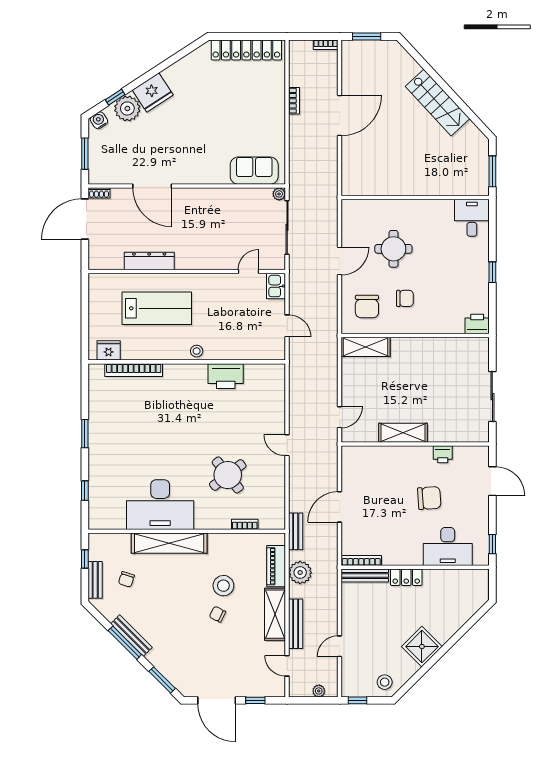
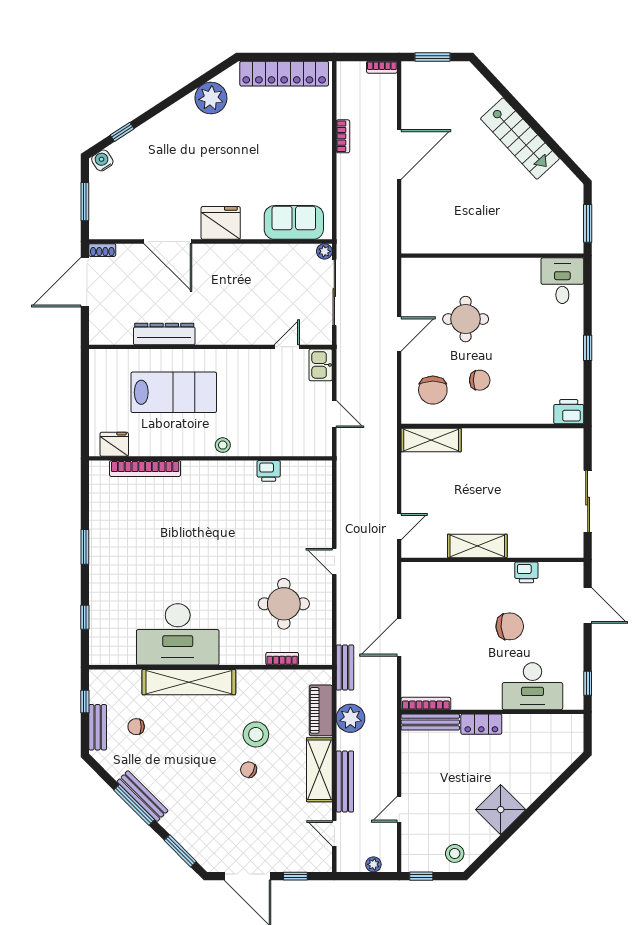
fridge: (153, 93) -> (221, 223), moved, turned -147
plant: (127, 108) -> (211, 98), moved
printer: (226, 376) -> (269, 471), width x0.53, depth x0.68
round table: (228, 475) -> (284, 604), moved, turned 38
chair: (126, 579) -> (136, 727), turned 72

